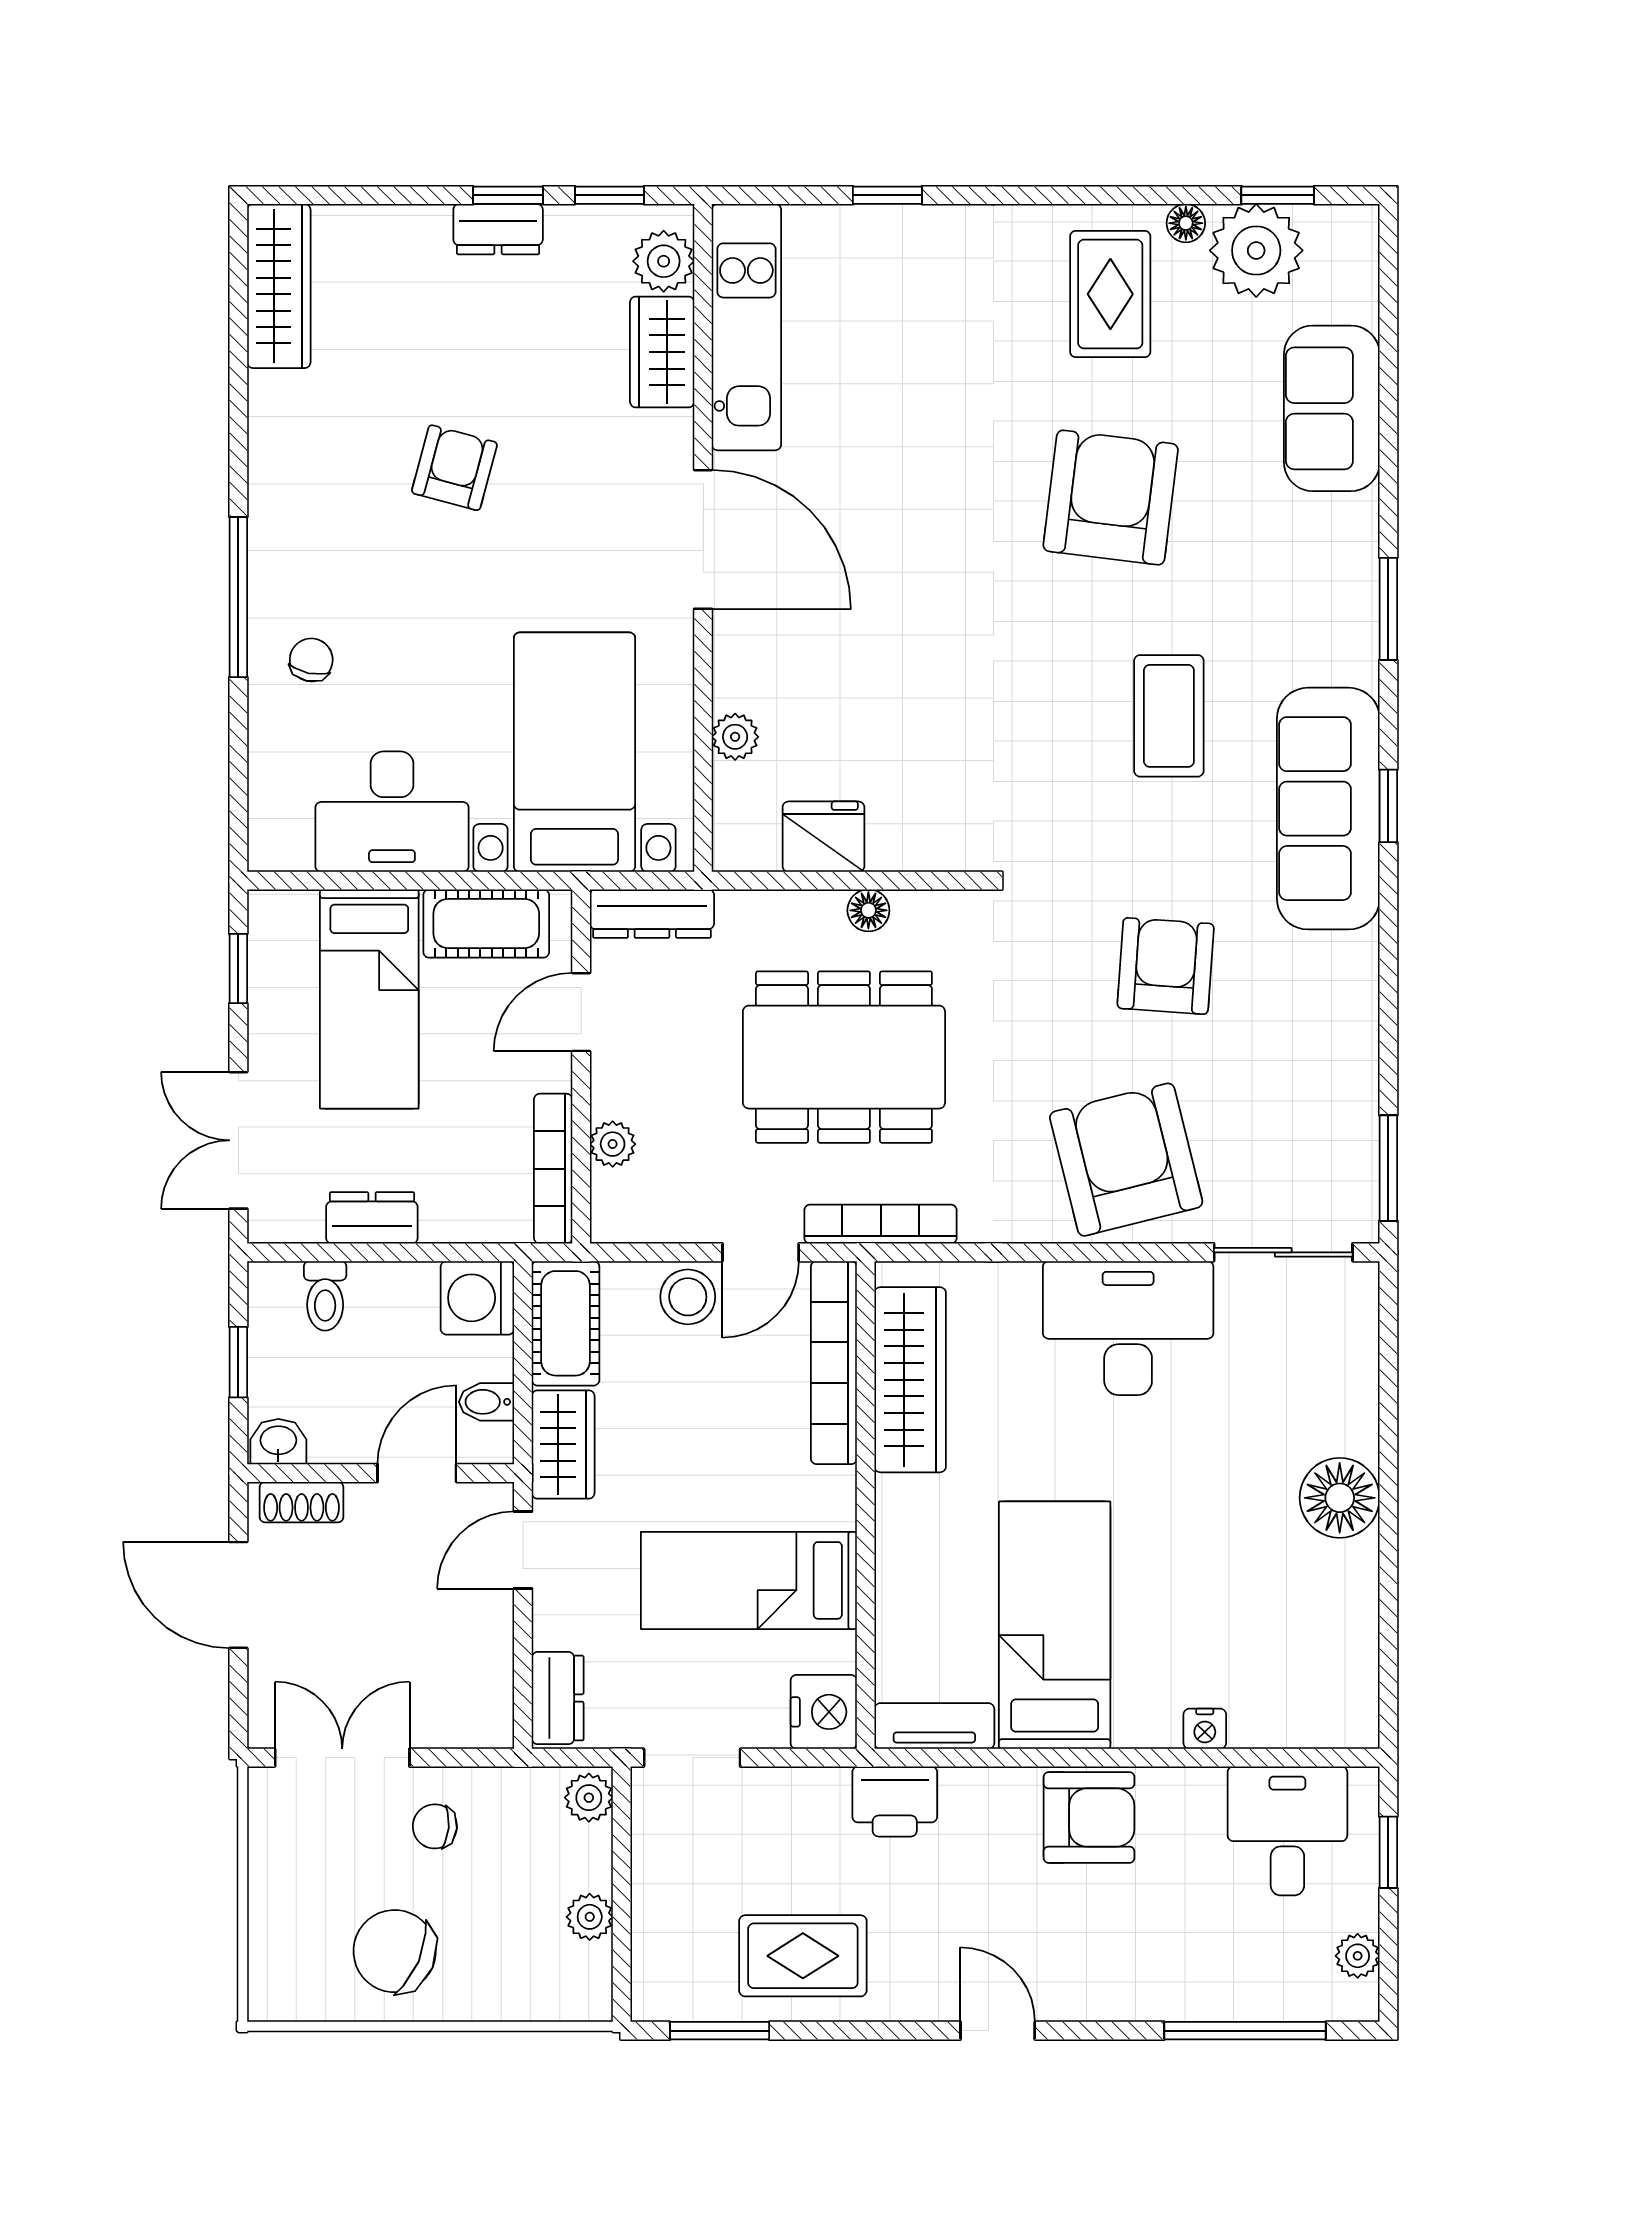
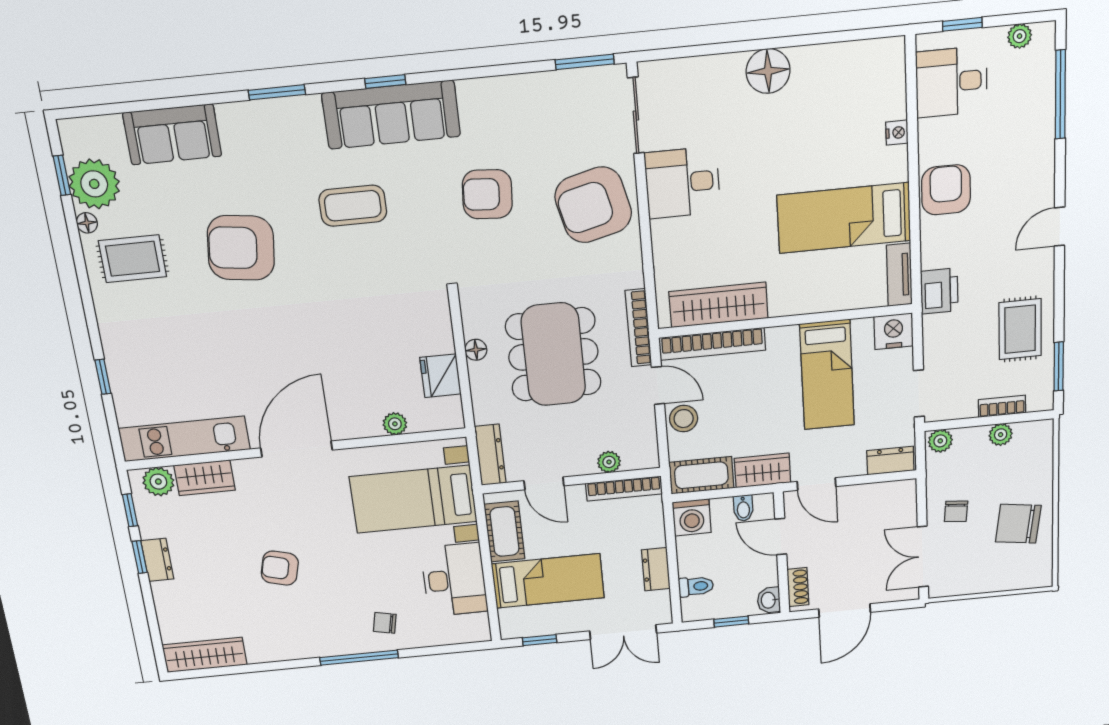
desk: (1128, 1328) -> (682, 183), width x0.73
bookcase: (649, 1920) -> (1002, 406), added
chair: (395, 1951) -> (1018, 524), turned 75

